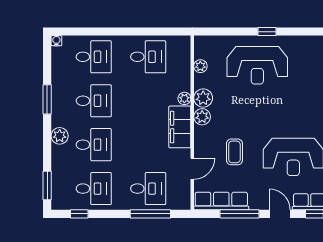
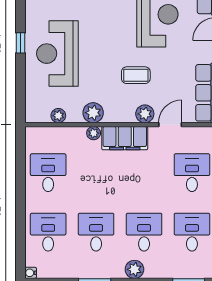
reception desk: (257, 65) -> (57, 54), turned 180
plant: (202, 117) -> (145, 114), moved
coffee table: (234, 152) -> (136, 75), moved
door: (192, 169) -> (170, 125), hinge flipped

